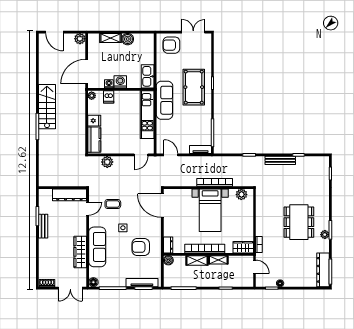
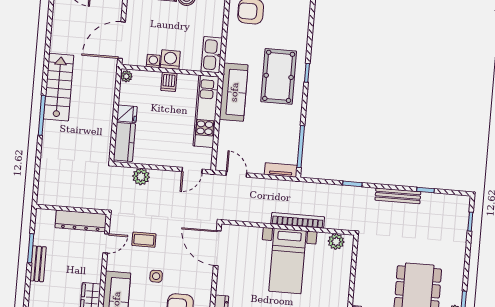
dishwasher: (109, 97) -> (169, 82), moved

